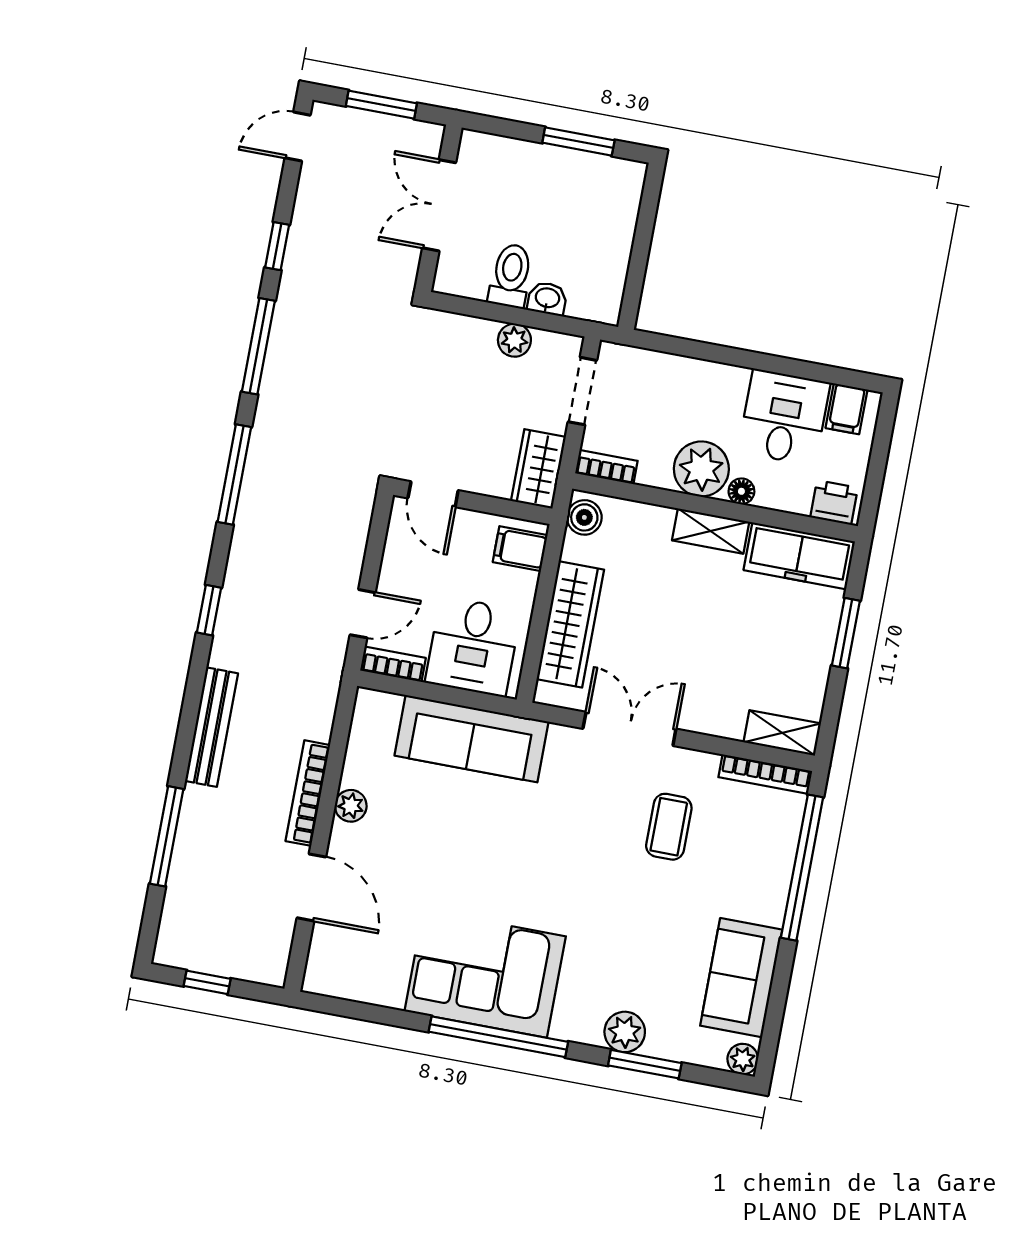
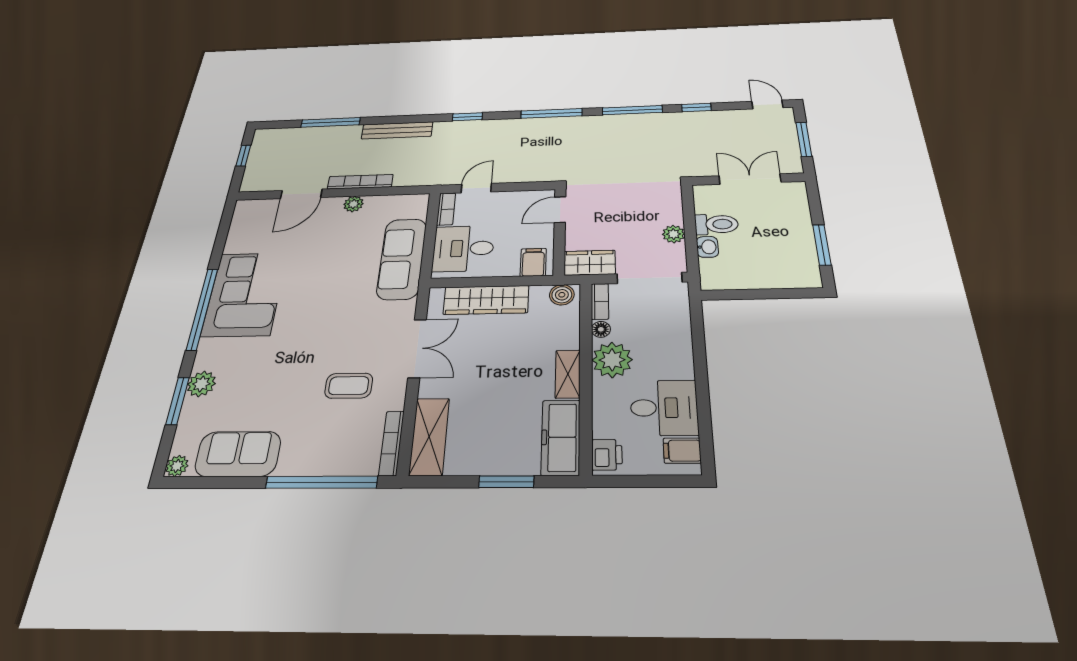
doorway: (582, 391) -> (649, 278), width x1.38
floor lamp: (741, 491) -> (601, 329), moved
door: (363, 614) -> (476, 188), swing flipped
shelving: (782, 733) -> (429, 436), width x1.50, depth x1.33

